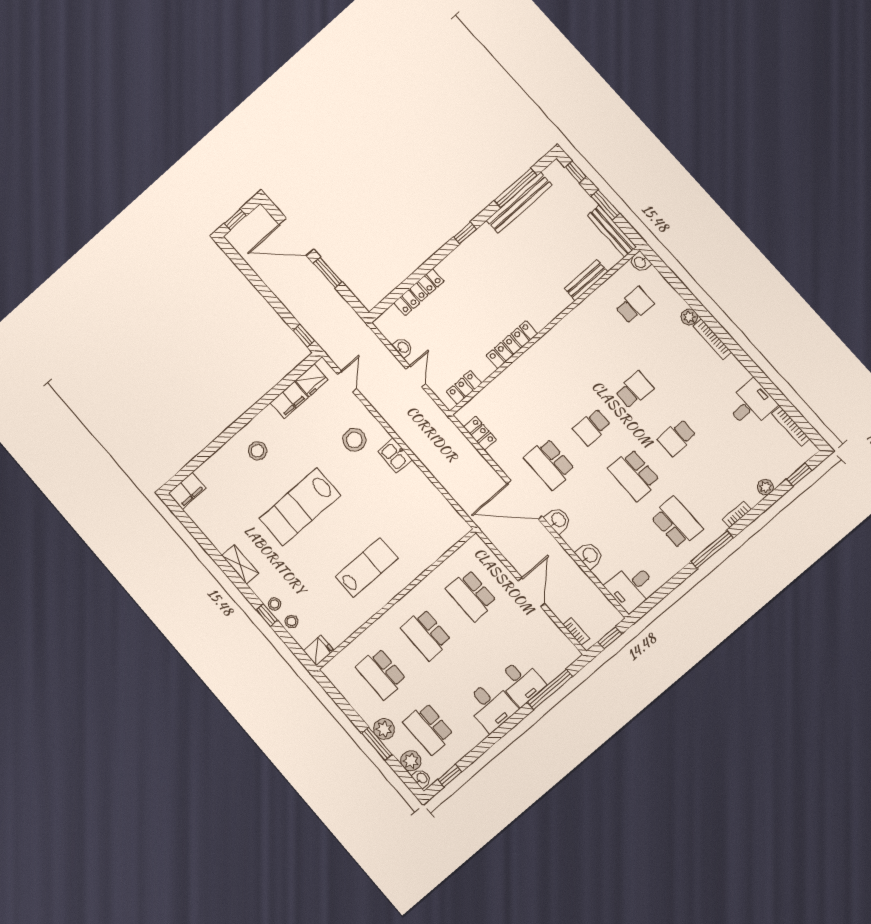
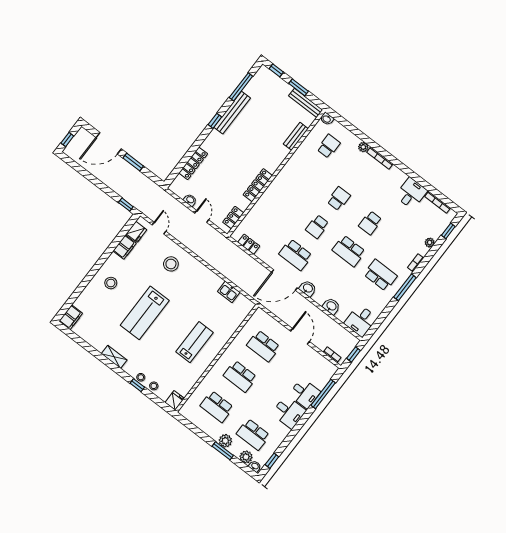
bench: (519, 203) -> (232, 113), moved
kitchen sink: (395, 455) -> (229, 292), moved

